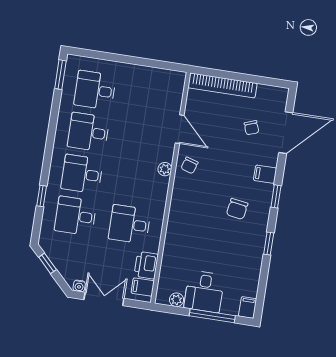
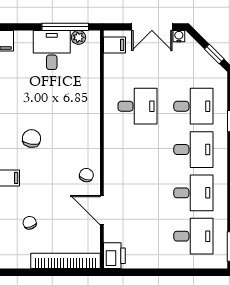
plant: (165, 169) -> (111, 167), removed
printer: (146, 265) -> (114, 256), moved
window: (212, 316) -> (65, 27), moved

